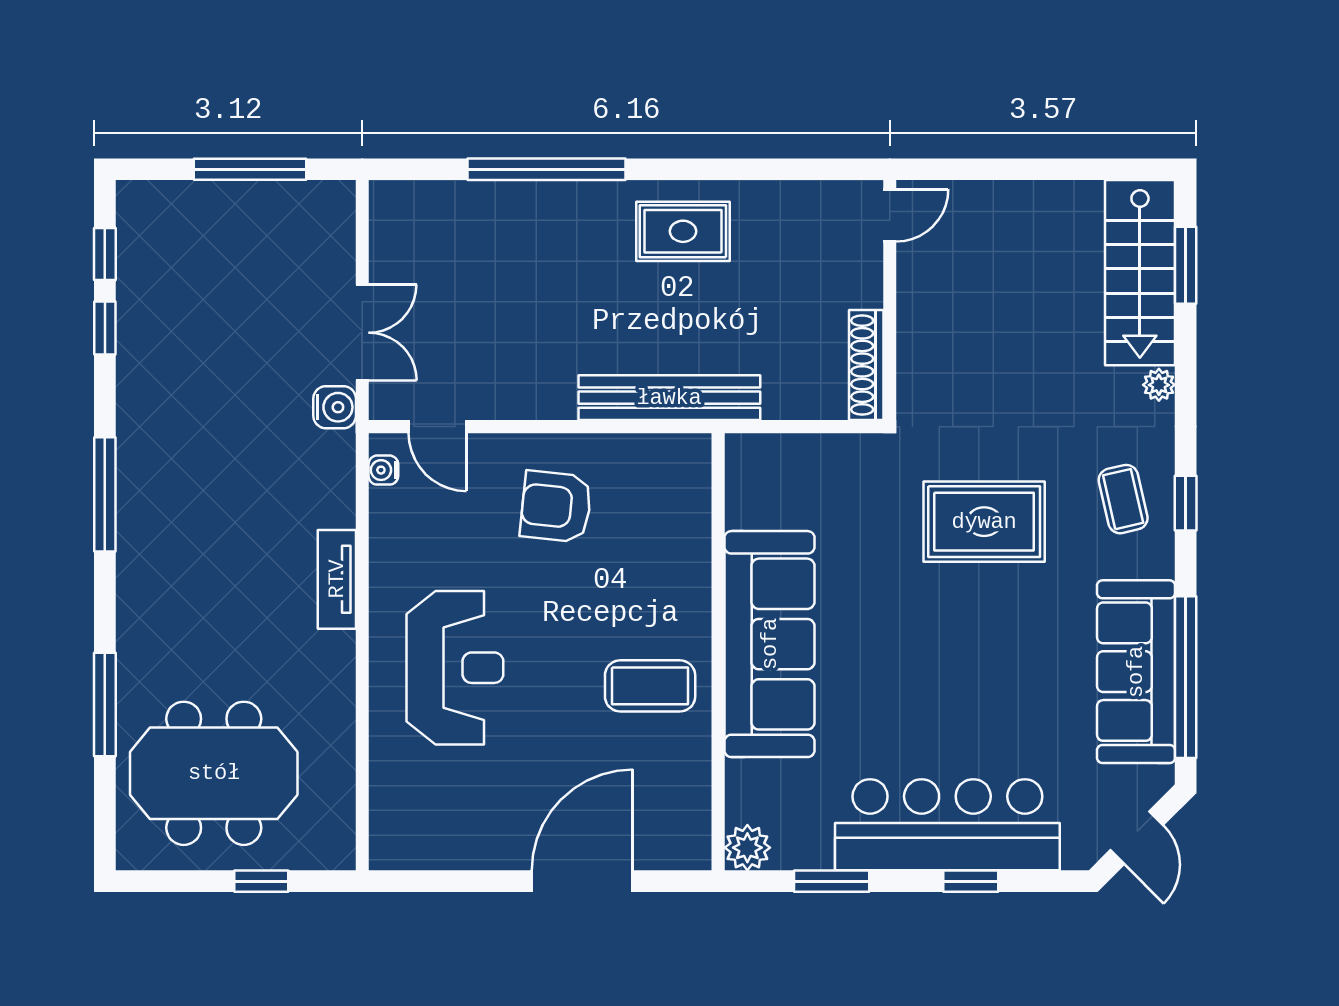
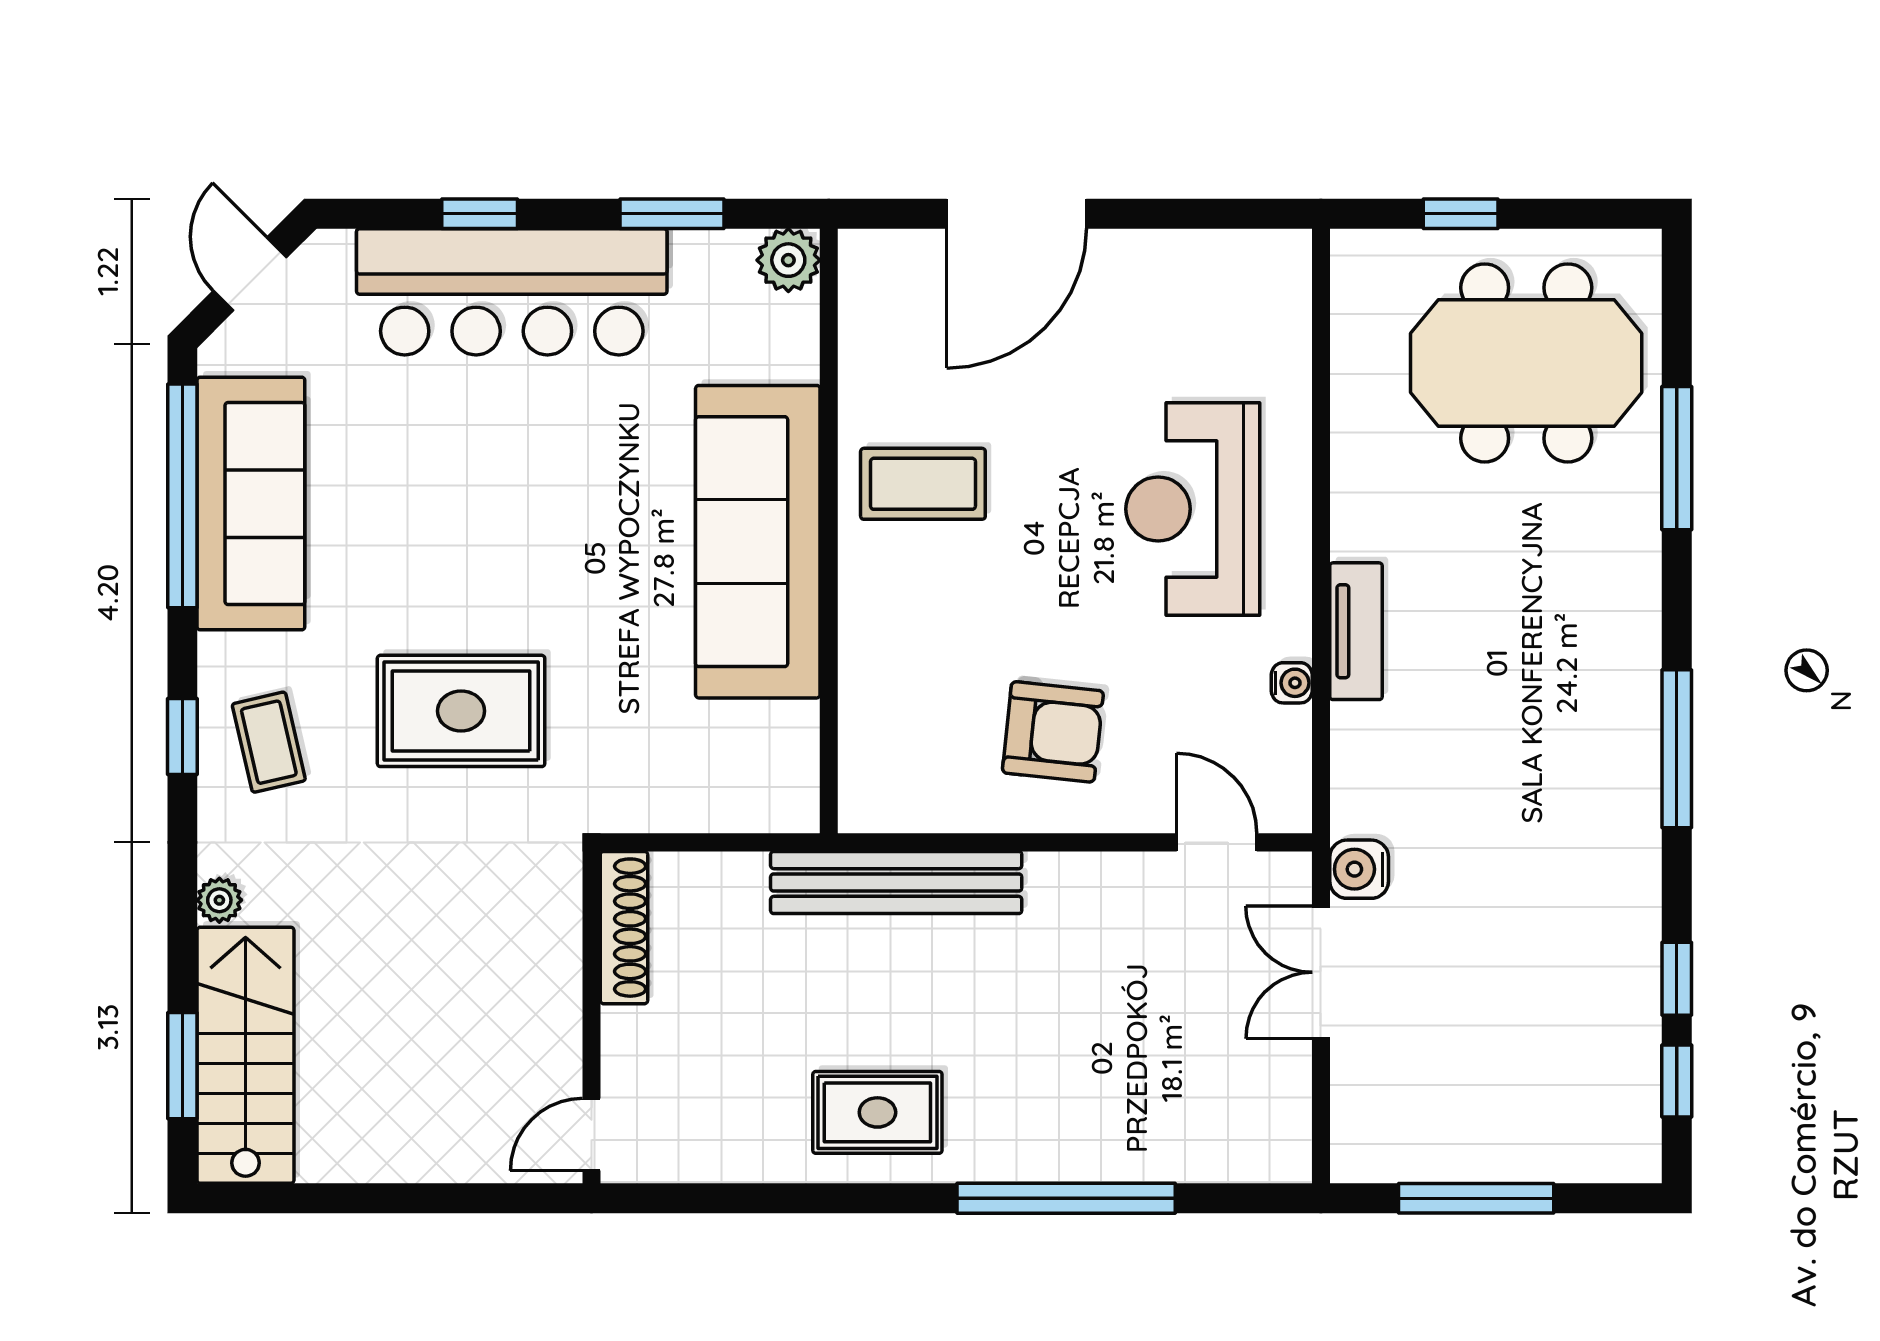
water cooler: (383, 470) -> (1292, 683), moved

